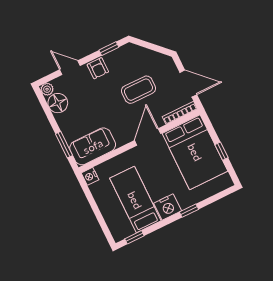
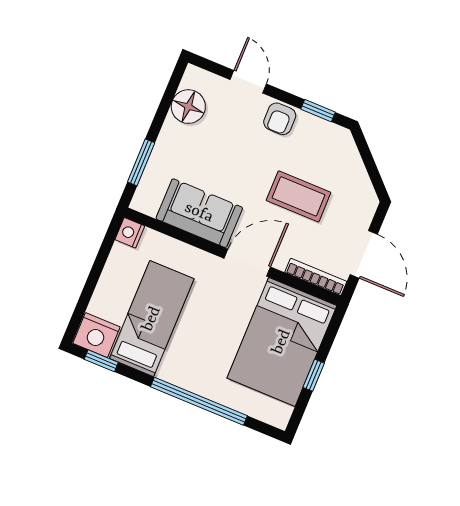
plant: (47, 89) -> (194, 77), removed
sofa: (93, 146) -> (199, 213), moved
nightstand: (168, 207) -> (97, 335), moved
window: (189, 211) -> (199, 401), width x3.17

